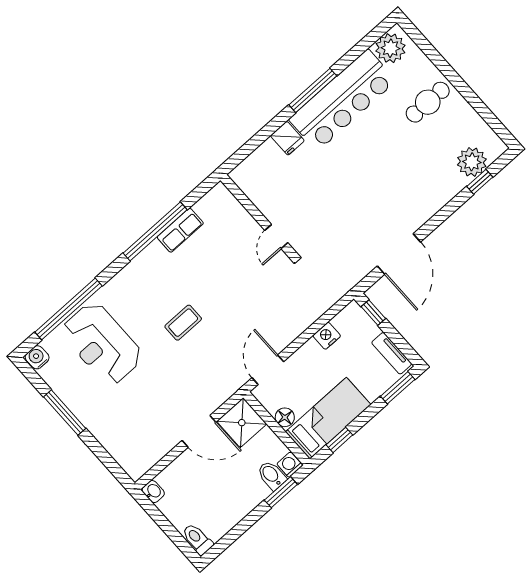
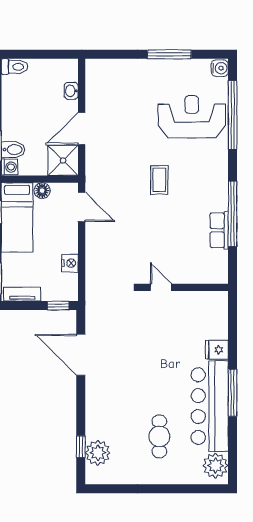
cafe table: (428, 102) -> (159, 436), moved
washbasin: (153, 492) -> (71, 91), moved, turned 90

